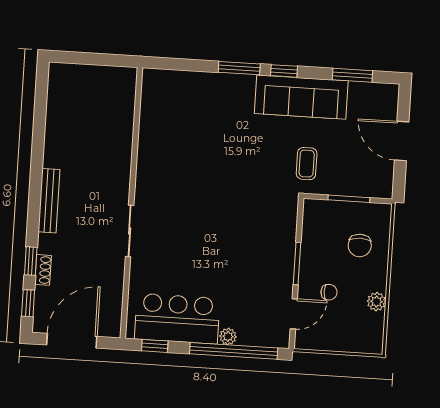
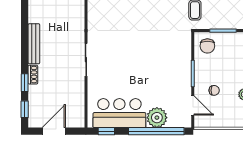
chair: (360, 245) -> (207, 46), moved
shoe rack: (43, 270) -> (33, 75), moved
door: (294, 314) -> (193, 105), hinge flipped
plant: (228, 336) -> (157, 118), width x1.88, depth x1.88
door: (72, 341) -> (54, 131), width x0.73

